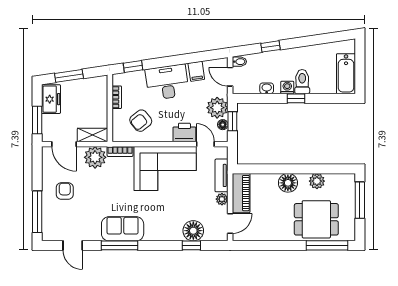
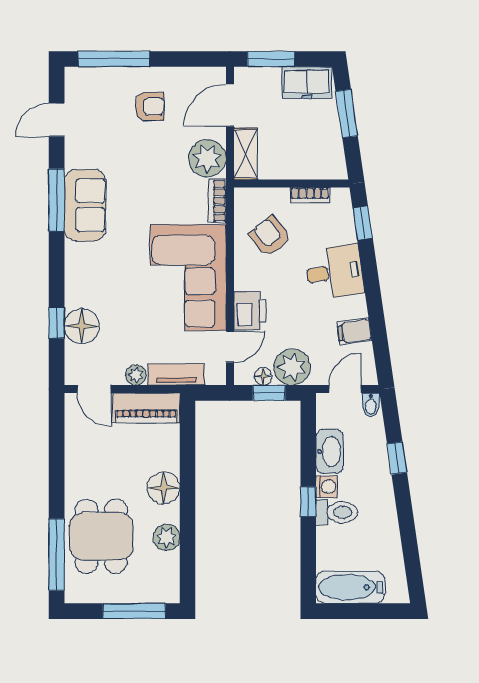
desk: (167, 82) -> (334, 272), width x0.73
washbasin: (267, 88) -> (330, 452), width x1.91, depth x1.45

